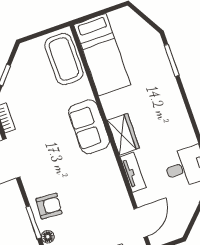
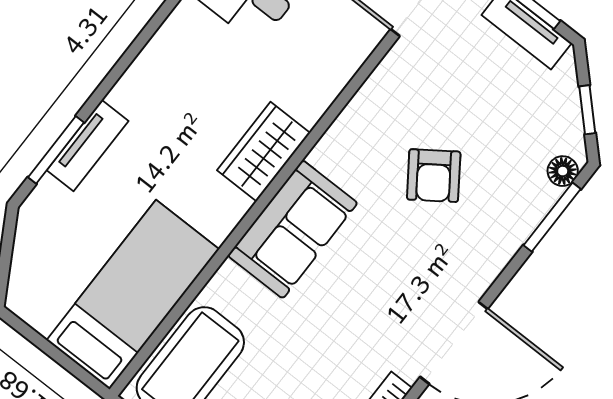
tv unit: (133, 172) -> (88, 146), moved, turned 180
armchair: (49, 206) -> (434, 176), moved, turned -129

